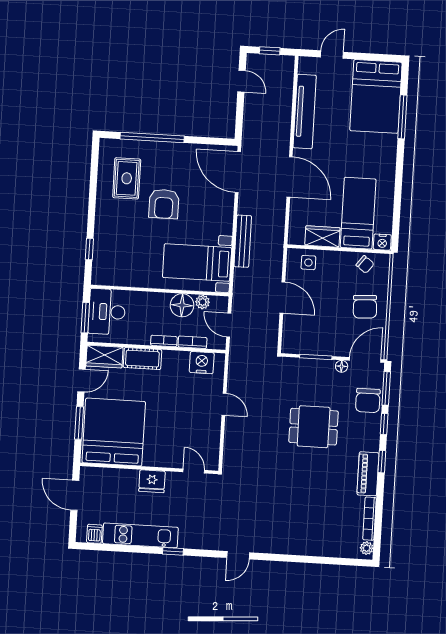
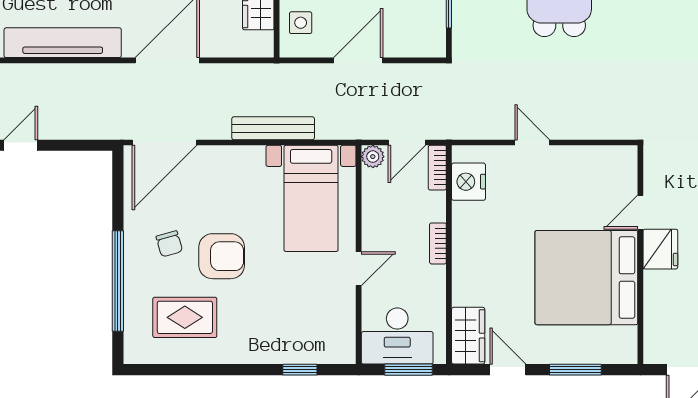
chair: (174, 171) -> (169, 244), added
door: (151, 290) -> (359, 269), added
plant: (203, 302) -> (373, 157), moved
floor lamp: (182, 305) -> (380, 218), removed
bookcase: (192, 342) -> (437, 168), moved
cot: (142, 359) -> (468, 276), removed
door: (224, 404) -> (532, 142), hinge flipped
bed: (114, 432) -> (586, 278), moved
door: (194, 471) -> (640, 212), moved

